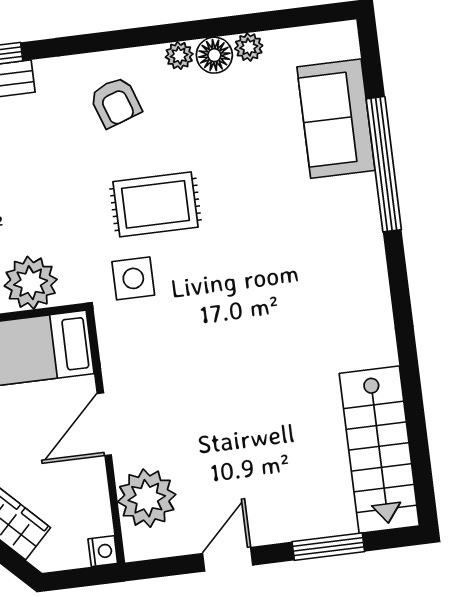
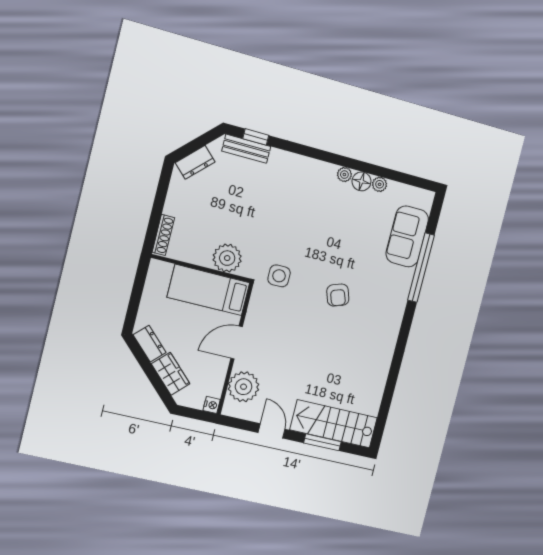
armchair: (115, 102) -> (338, 295), moved
rug: (155, 204) -> (304, 244), removed
stairs: (379, 450) -> (334, 424), moved, turned 90
door: (228, 559) -> (272, 431), hinge flipped

